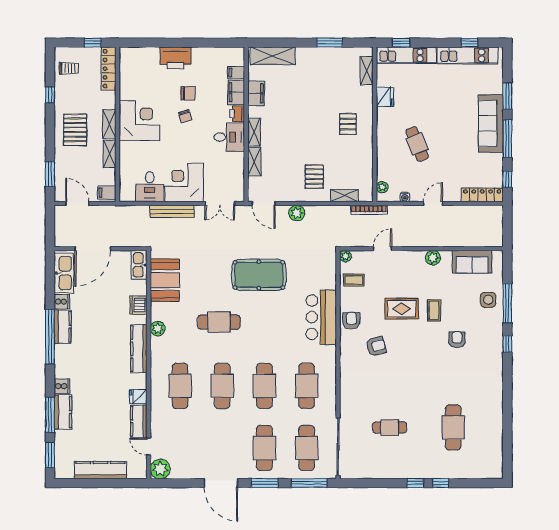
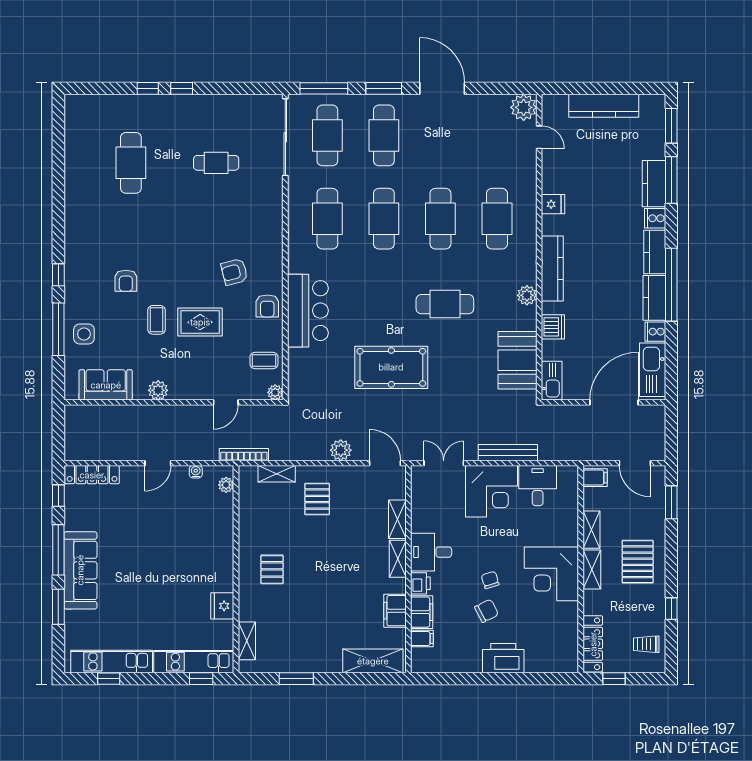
chair: (188, 93) -> (487, 611), turned 153
cafe table: (417, 144) -> (179, 543), removed
kitchen counter: (139, 421) -> (655, 252), moved, turned 180

